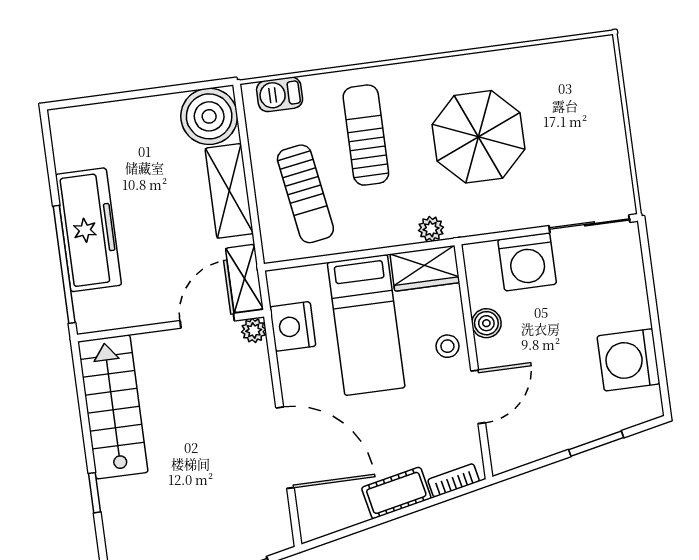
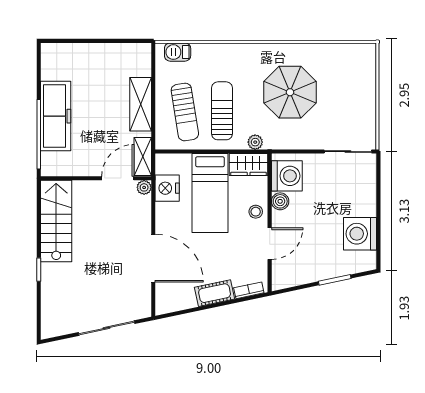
boiler: (209, 116) -> (135, 59), removed
sun lounger: (366, 135) -> (222, 111), moved
washing machine: (527, 262) -> (287, 176), moved, turned -90

